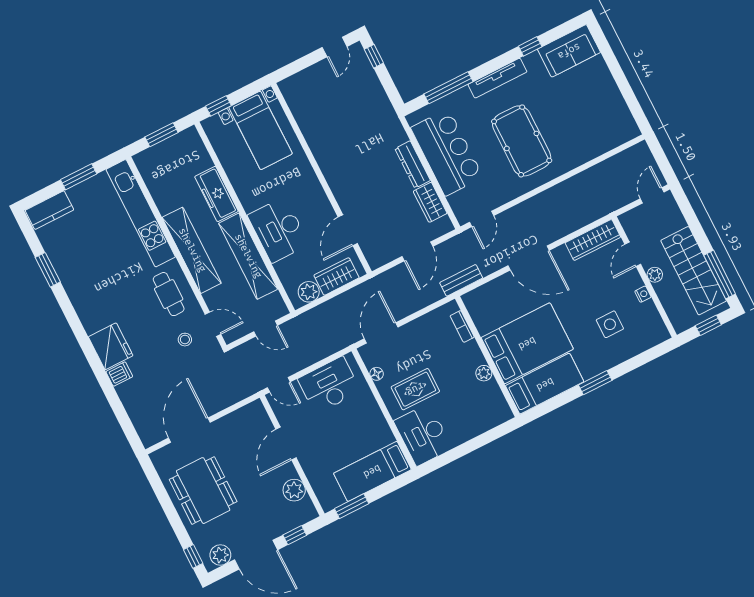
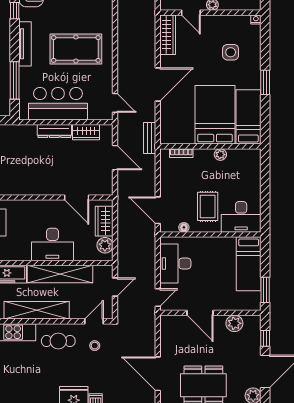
nightstand: (643, 294) -> (256, 19), moved

